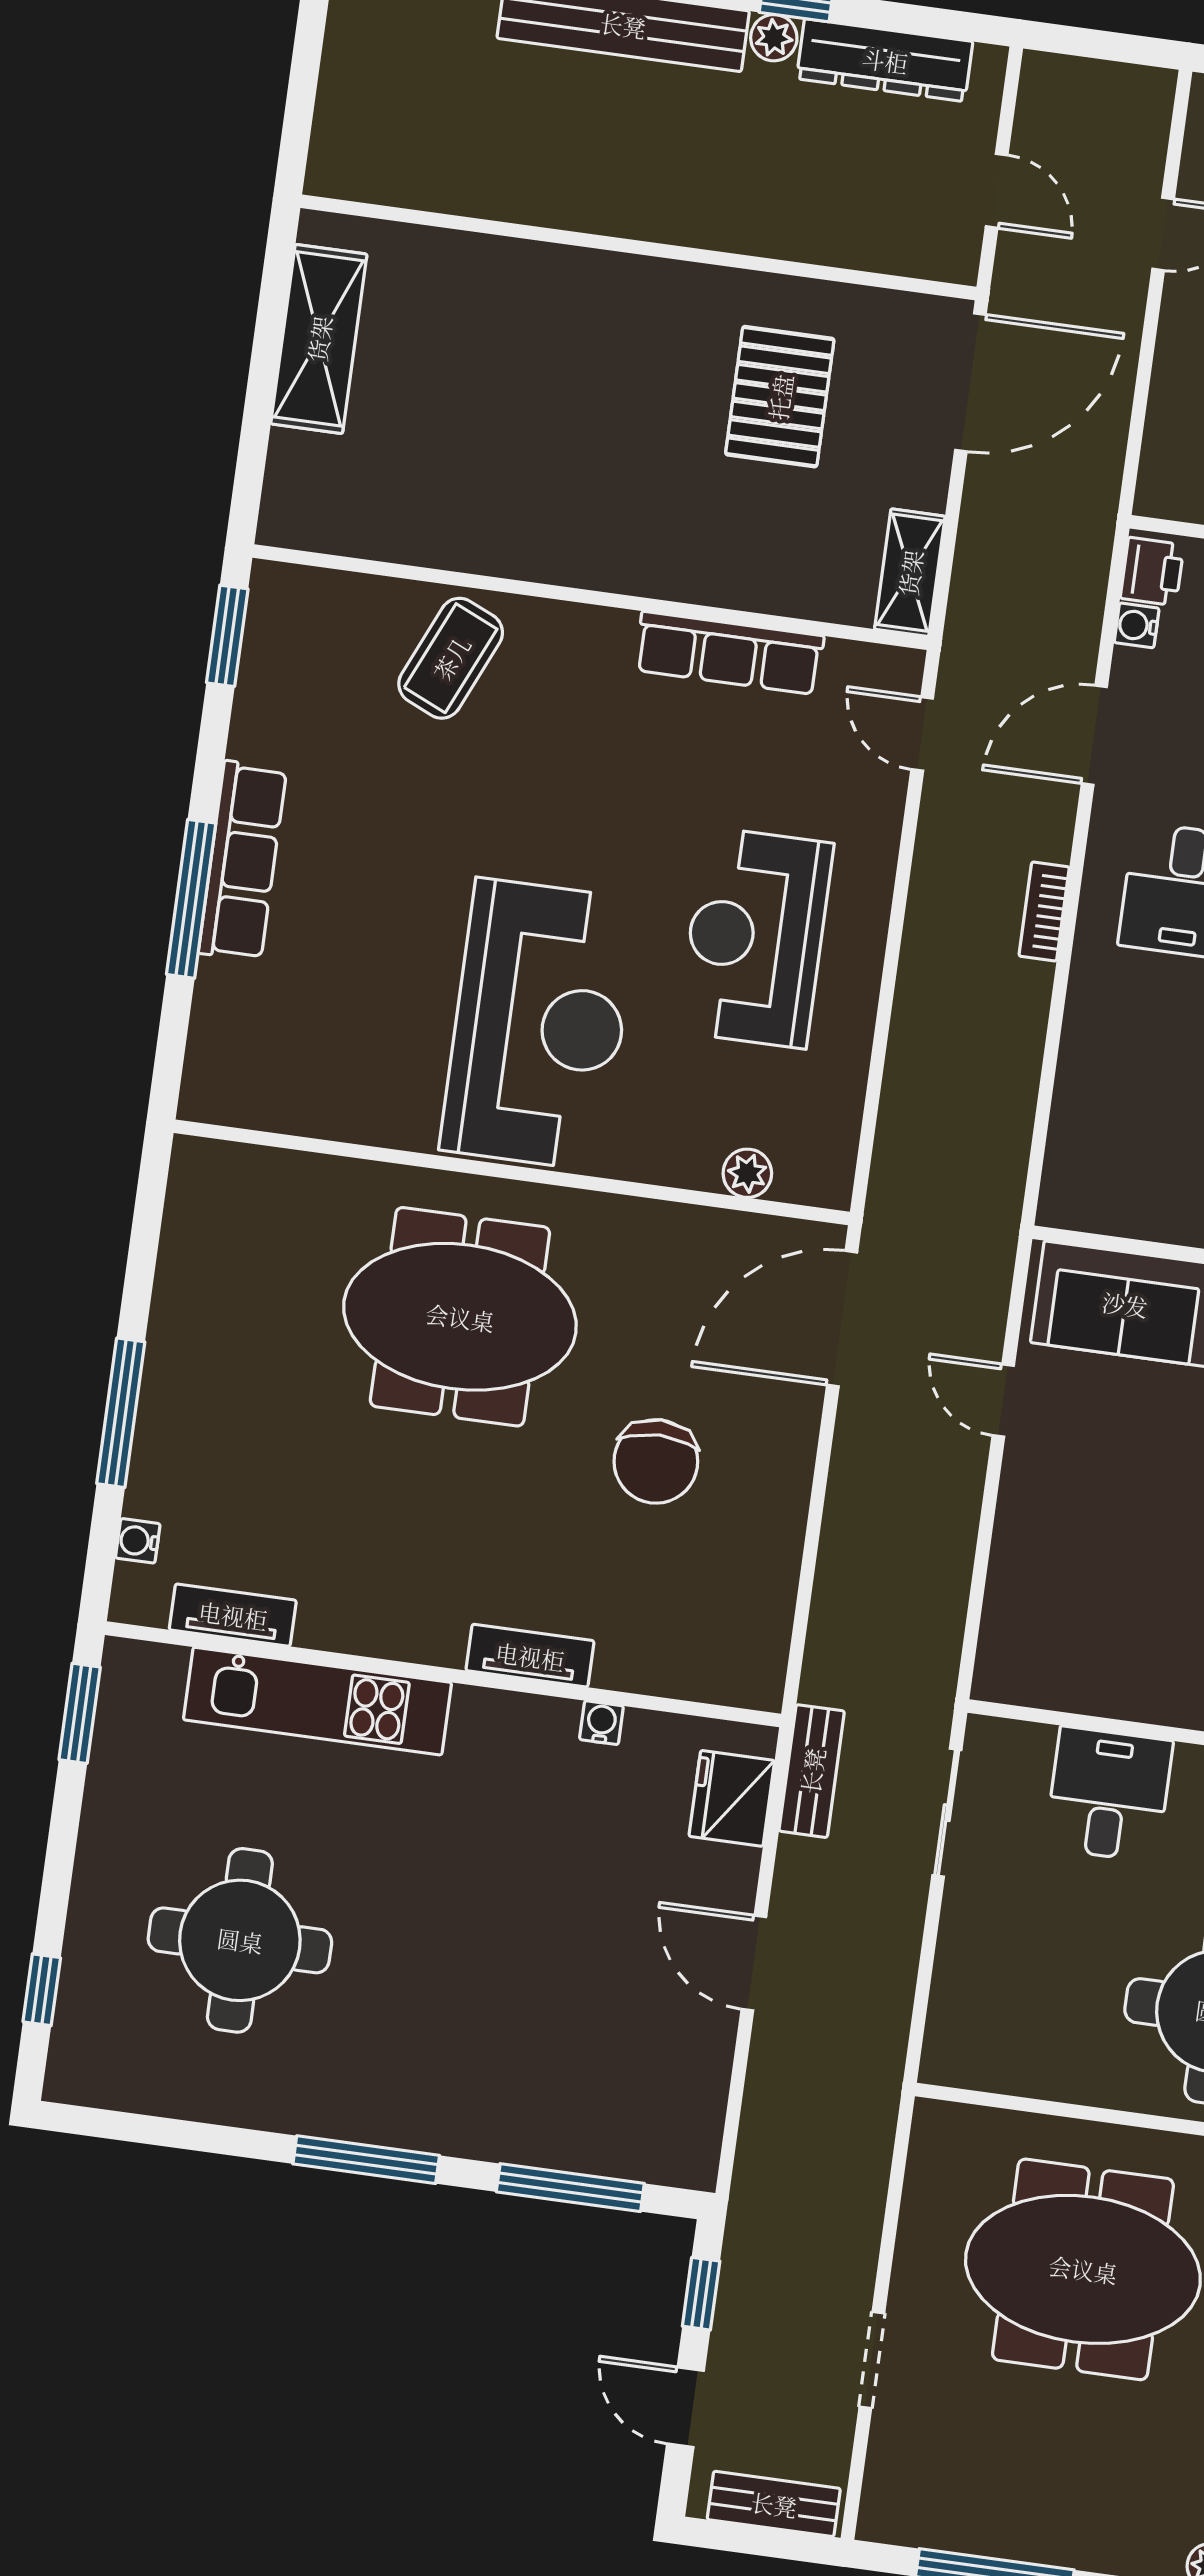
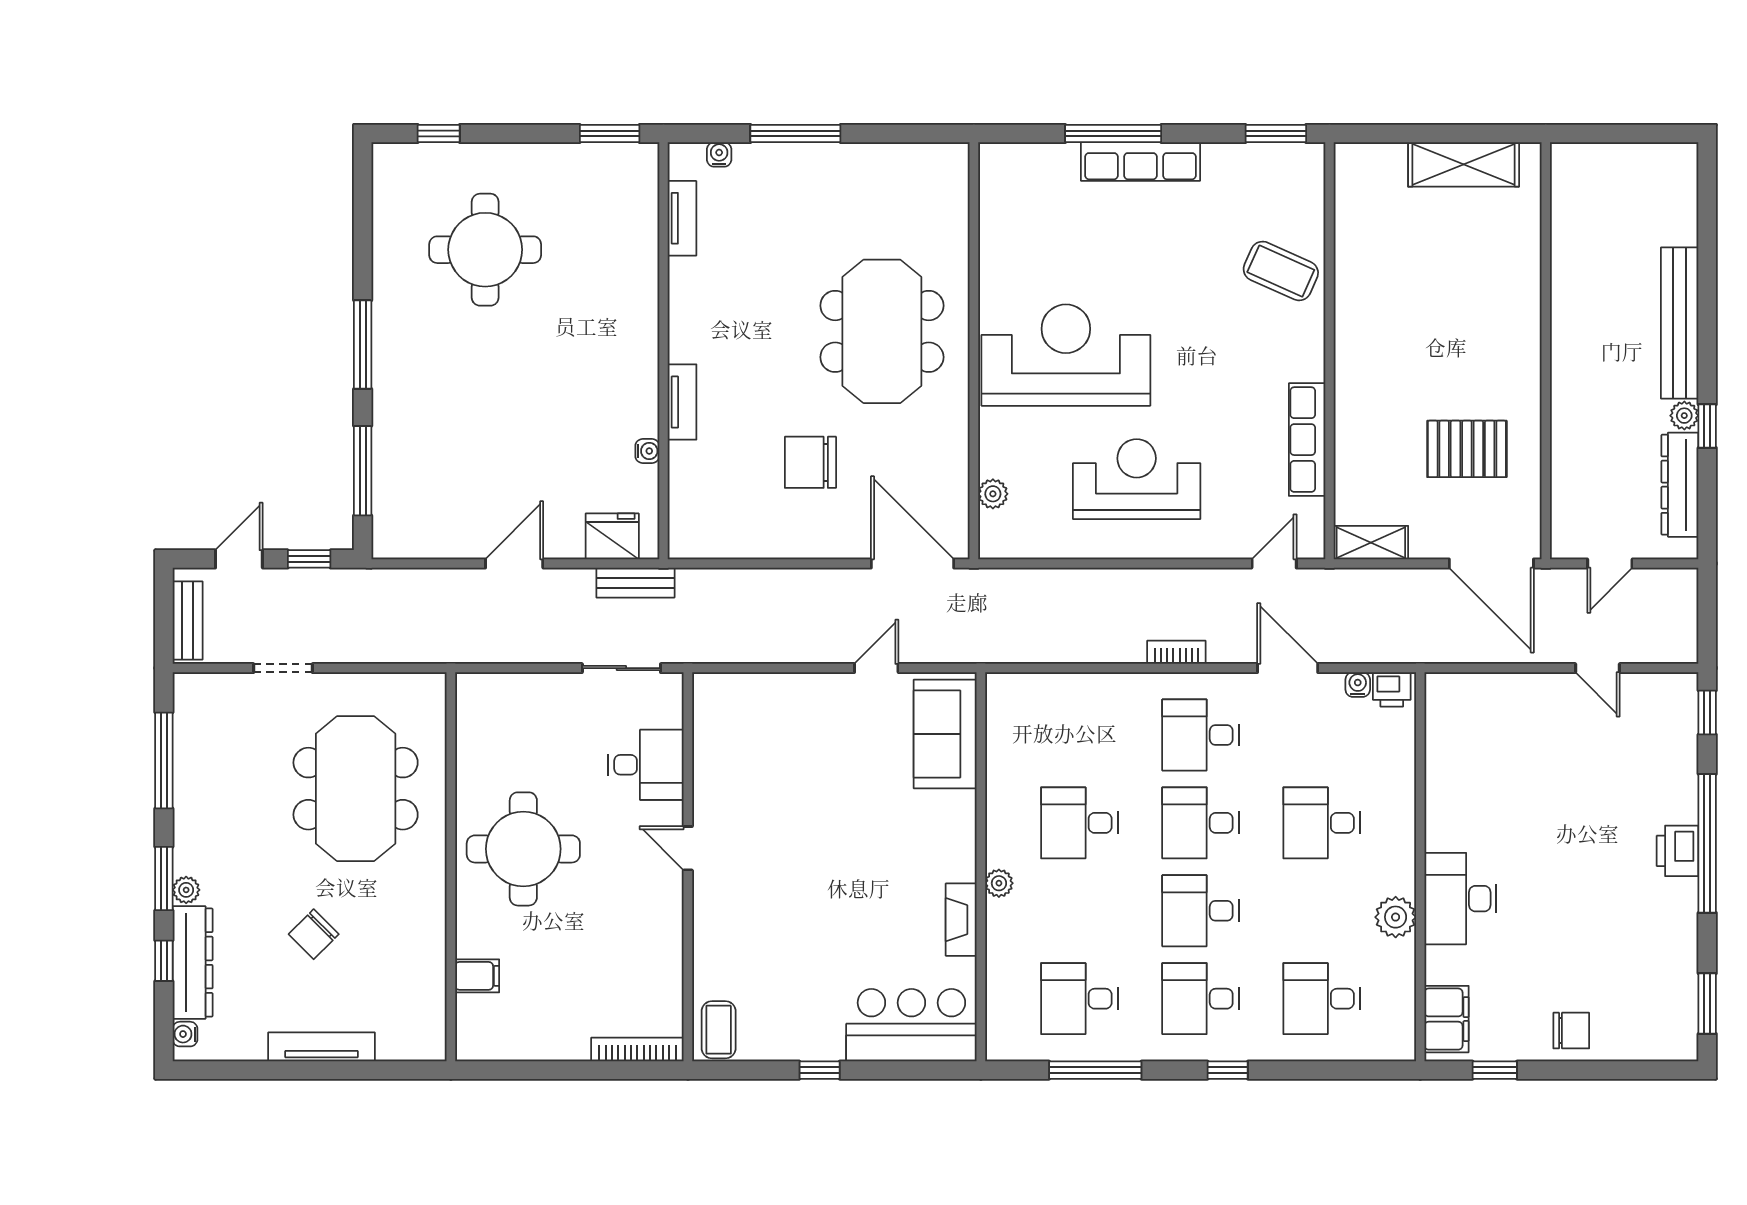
reception desk: (539, 1025) -> (1066, 355), turned 180
kitchen unit: (317, 1701) -> (637, 277), removed

